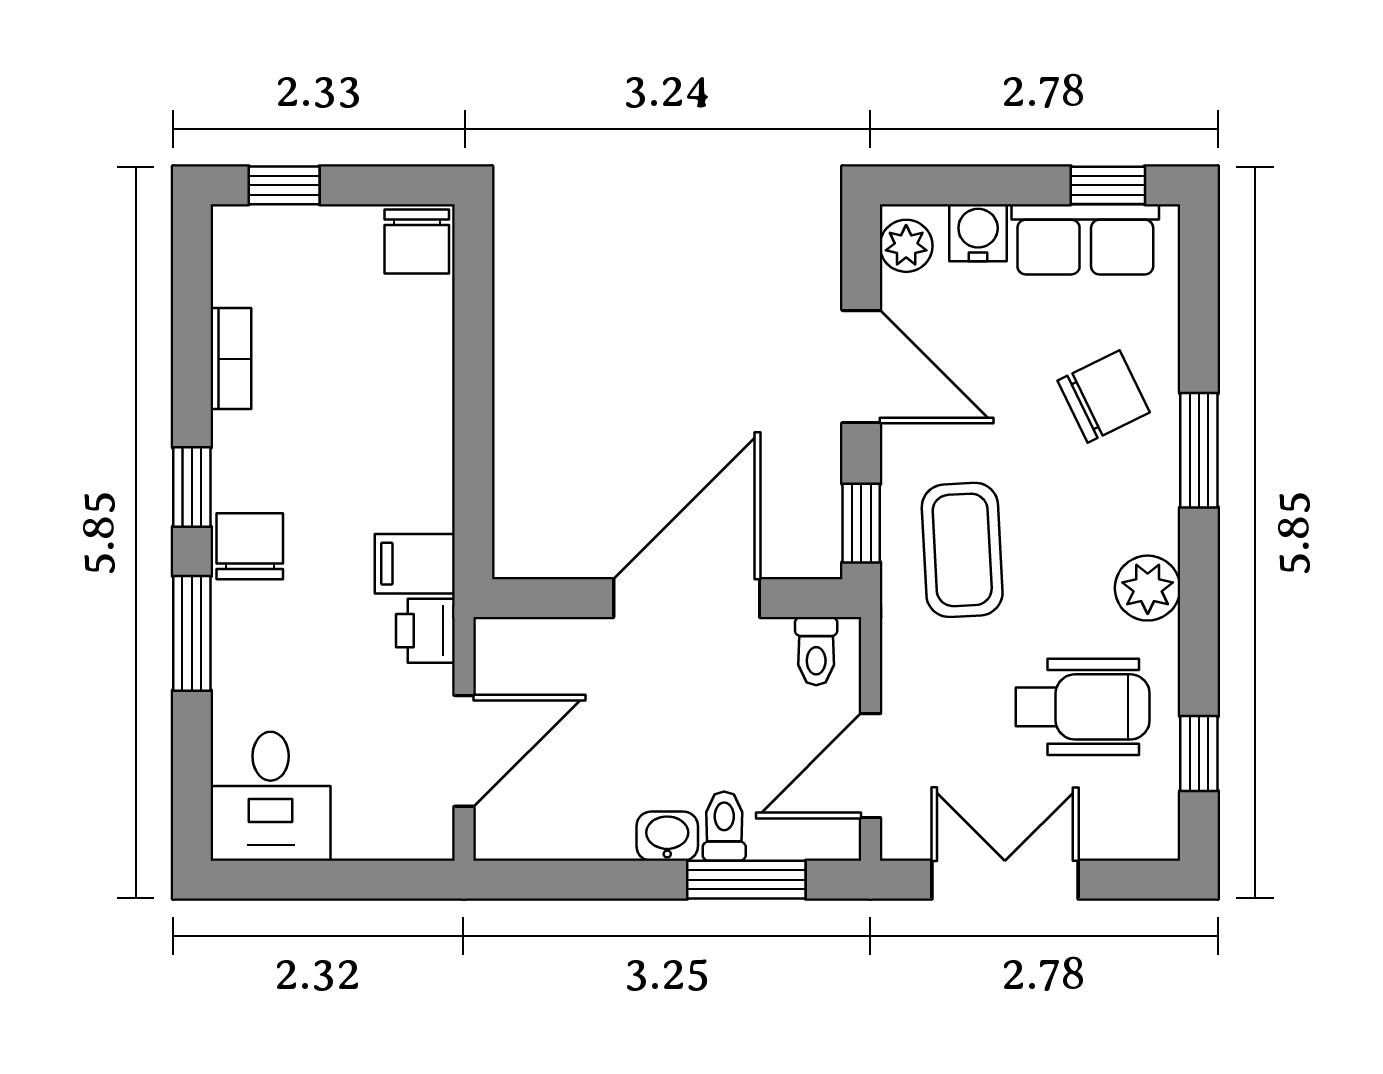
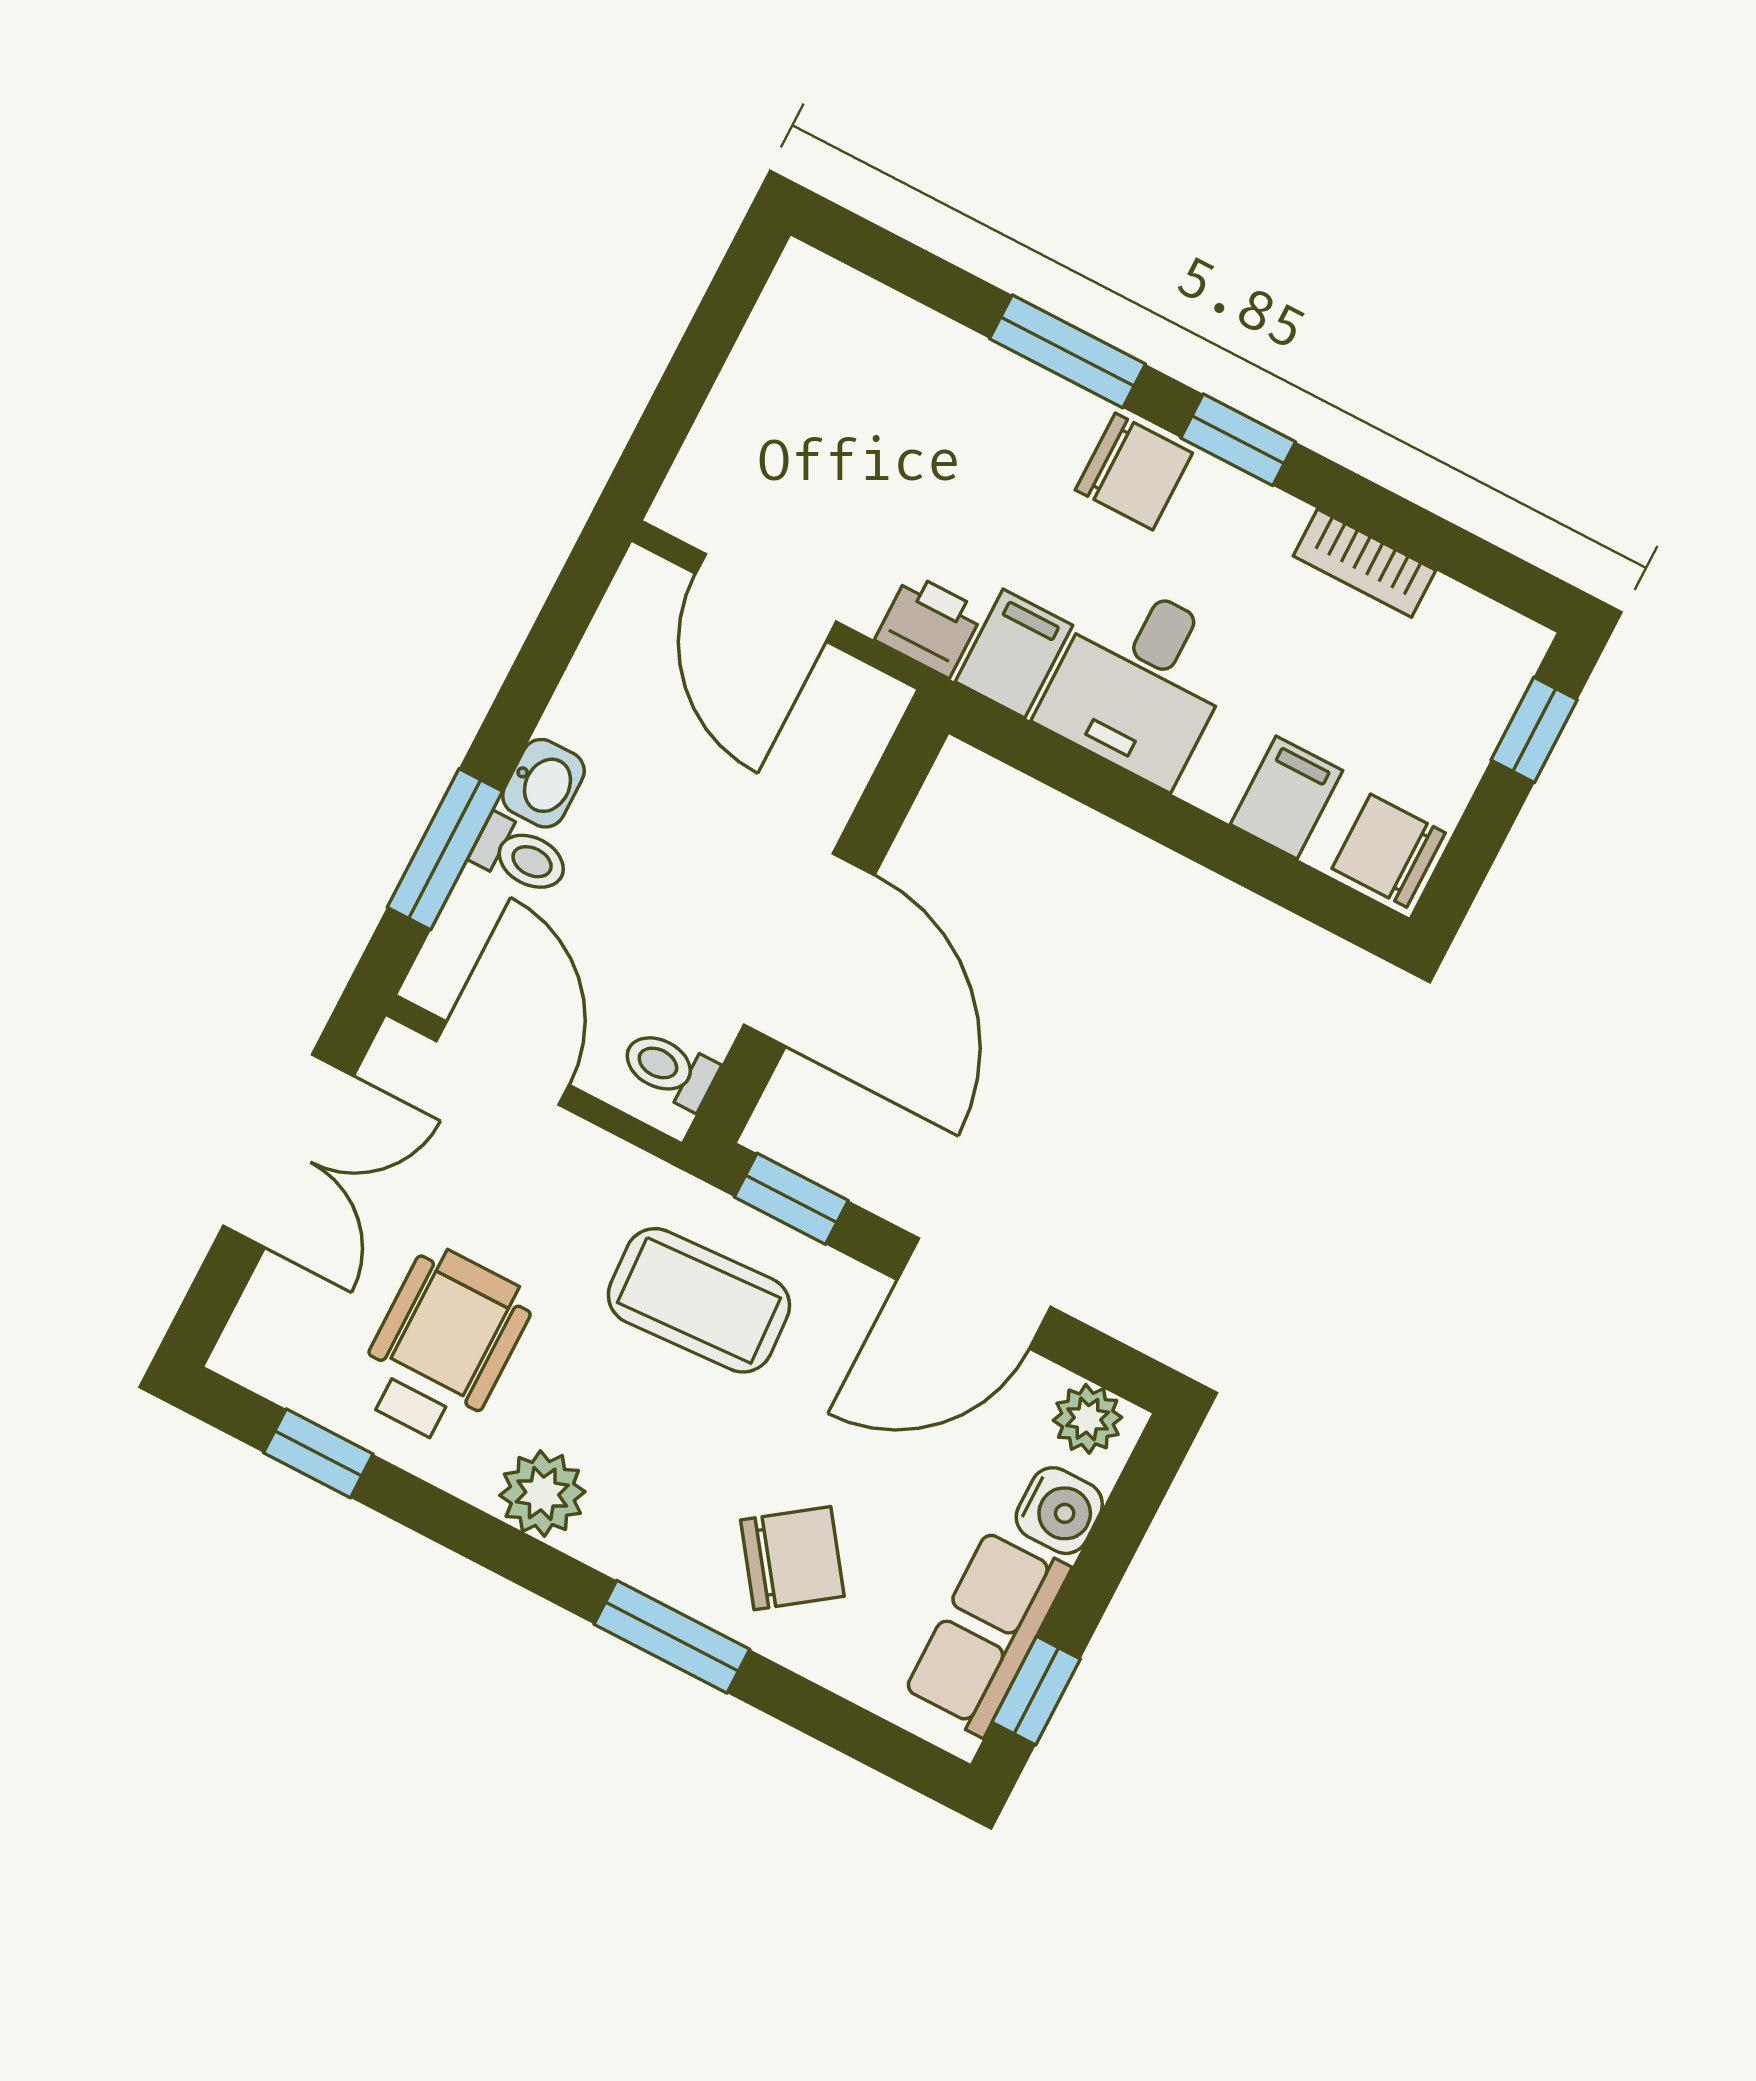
filing cabinet: (417, 329) -> (1286, 797), added
chair: (1104, 397) -> (792, 1558), turned -100
wheelchair: (1083, 707) -> (443, 1346), turned 180
desk: (271, 796) -> (1140, 682), moved, turned -90

